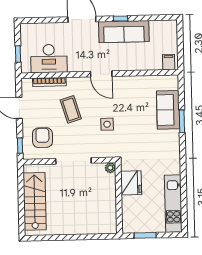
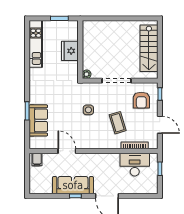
door: (101, 74) -> (67, 151), moved
fridge: (131, 183) -> (70, 51), moved

